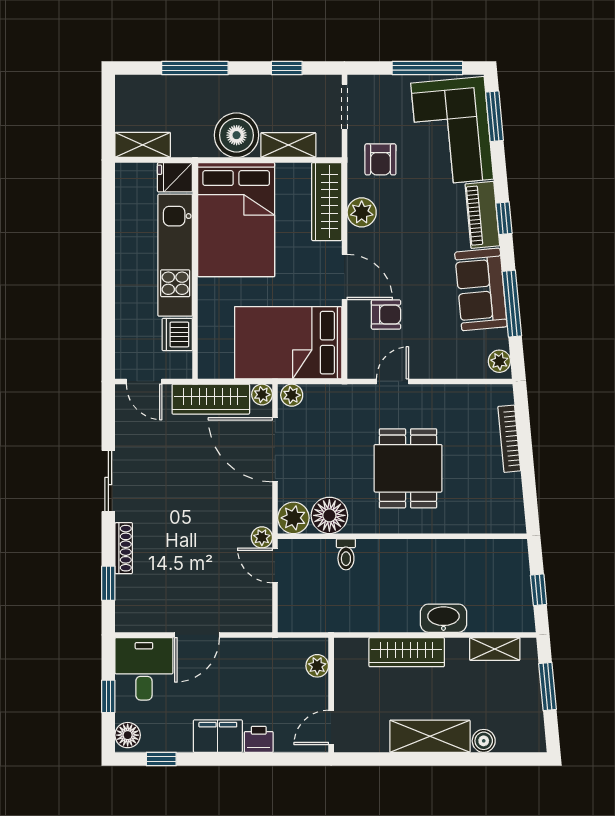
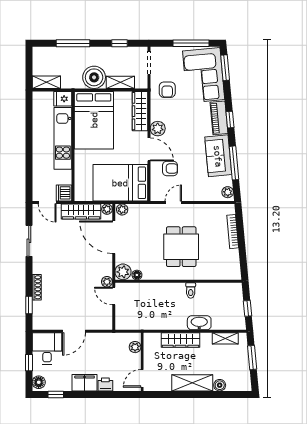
plant: (362, 212) -> (158, 129), moved
dishwasher: (177, 334) -> (64, 193), moved
sliding door: (108, 481) -> (29, 241), moved
floor lamp: (329, 515) -> (137, 275), width x0.53, depth x0.53
toilet: (346, 554) -> (191, 290), moved

